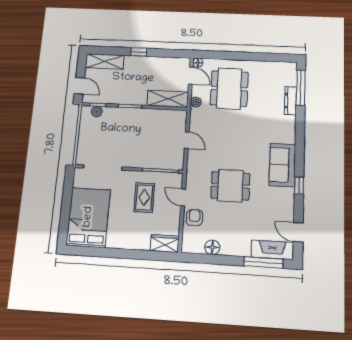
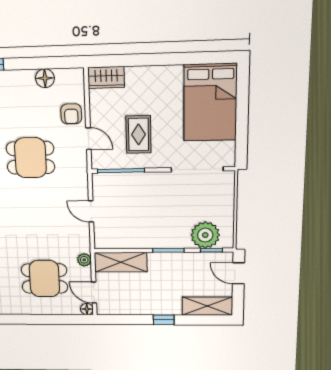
dining table: (229, 89) -> (44, 279), width x0.73
plant: (97, 112) -> (205, 235), width x1.88, depth x1.88

